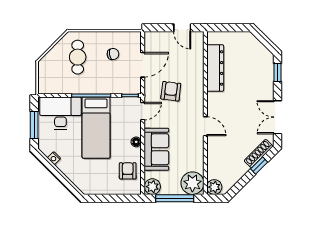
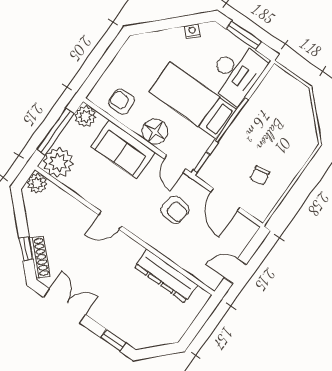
cafe table: (78, 57) -> (284, 135), removed
floor lamp: (136, 142) -> (155, 132), width x1.89, depth x1.89
armchair: (128, 171) -> (122, 102), turned 180

